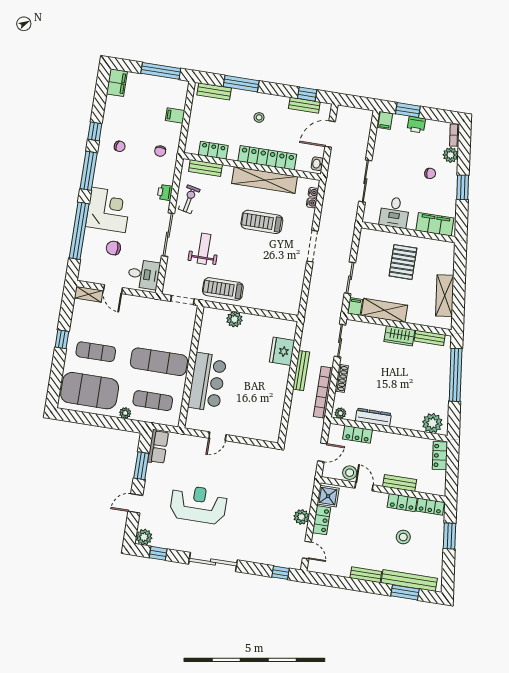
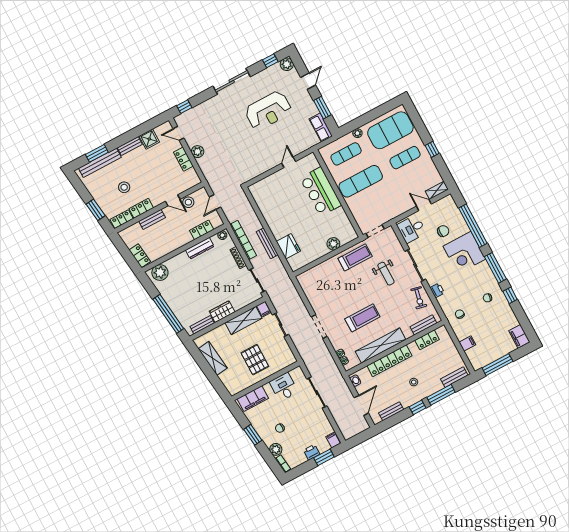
window: (307, 94) -> (418, 407), moved
shower: (328, 496) -> (149, 139), moved

